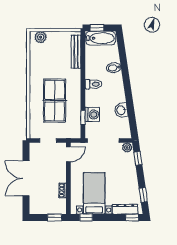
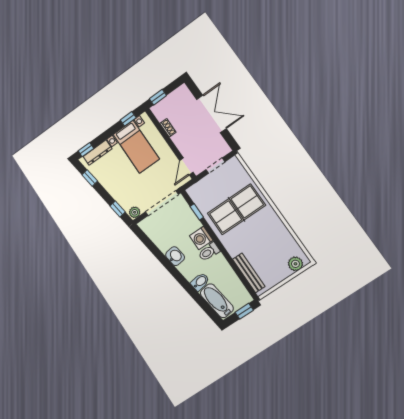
bathtub: (101, 38) -> (217, 301), moved, turned 82
table tennis table: (55, 101) -> (236, 209), turned 90
washbasin: (121, 110) -> (175, 256), moved
washing machine: (92, 114) -> (201, 238), moved

